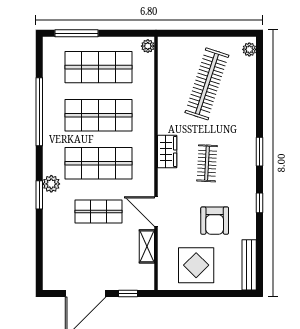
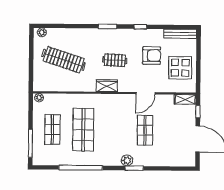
shop shelf: (99, 67) -> (52, 129), width x0.70, depth x0.74
shop shelf: (99, 163) -> (114, 130), removed
shelving: (147, 246) -> (185, 99), moved

